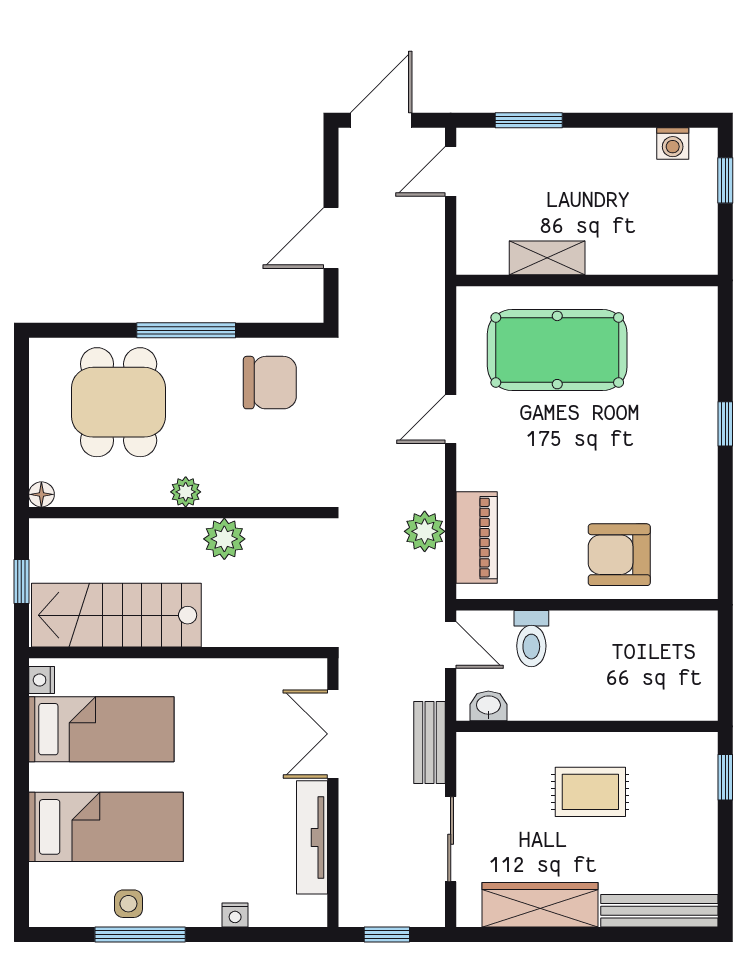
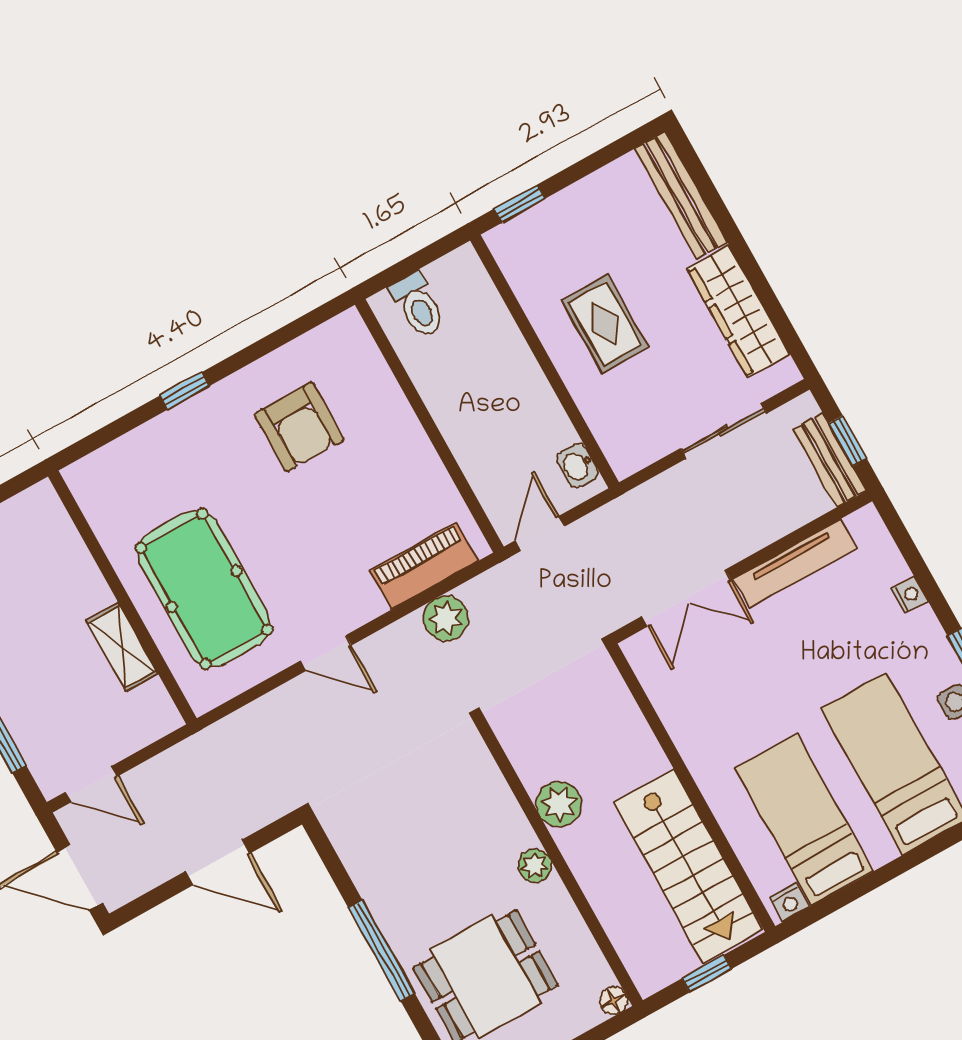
chair: (270, 383) -> (387, 844), removed
armchair: (619, 555) -> (299, 427), moved
toilet: (531, 639) -> (418, 305), moved, turned 90
bench: (429, 742) -> (830, 460), moved, turned 90

